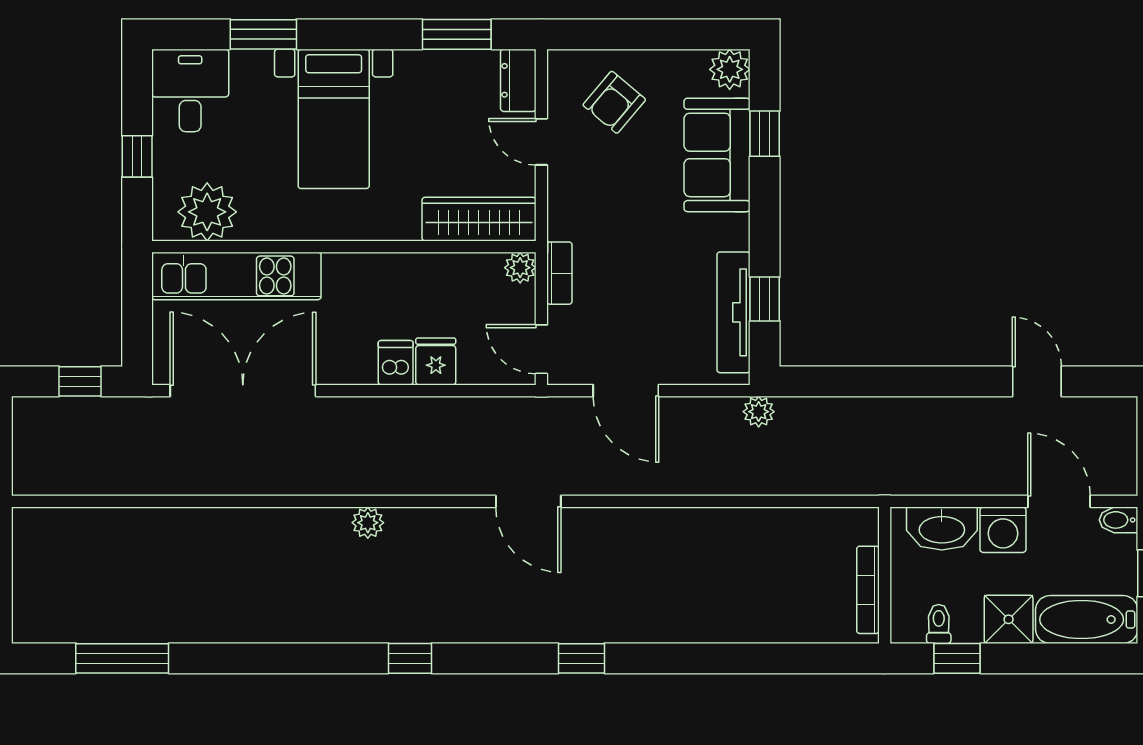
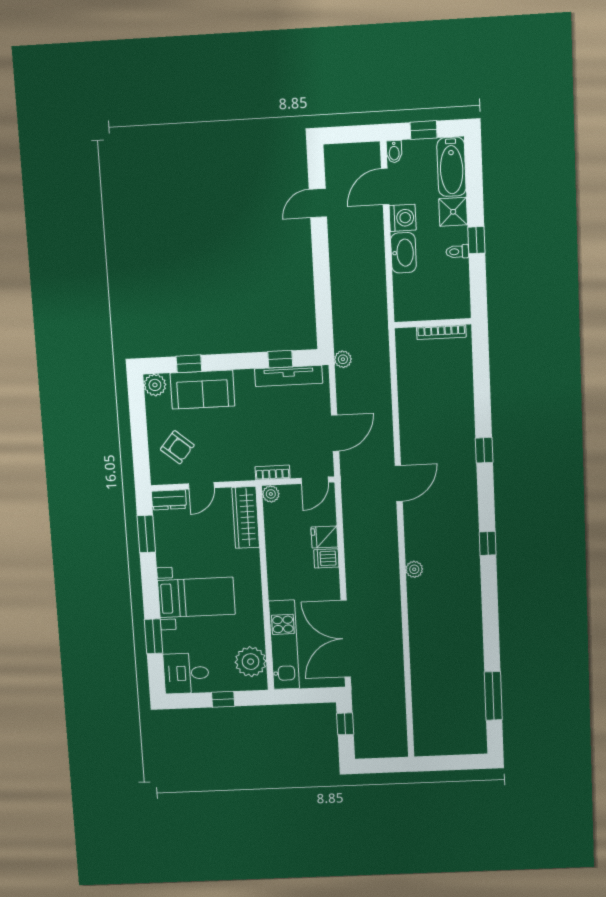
wall: (885, 575) -> (433, 323), moved
bookcase: (868, 590) -> (441, 332), moved

